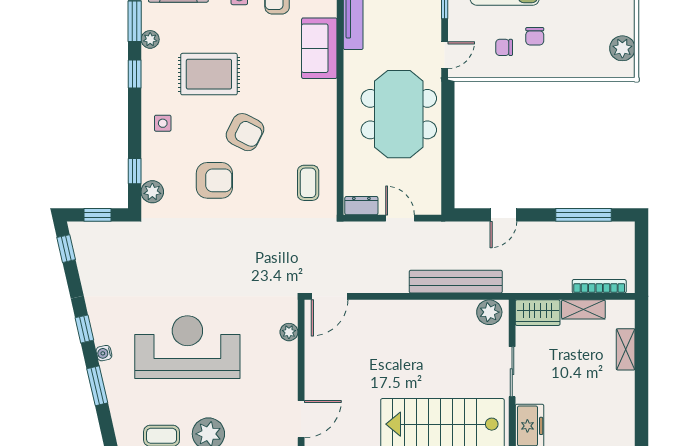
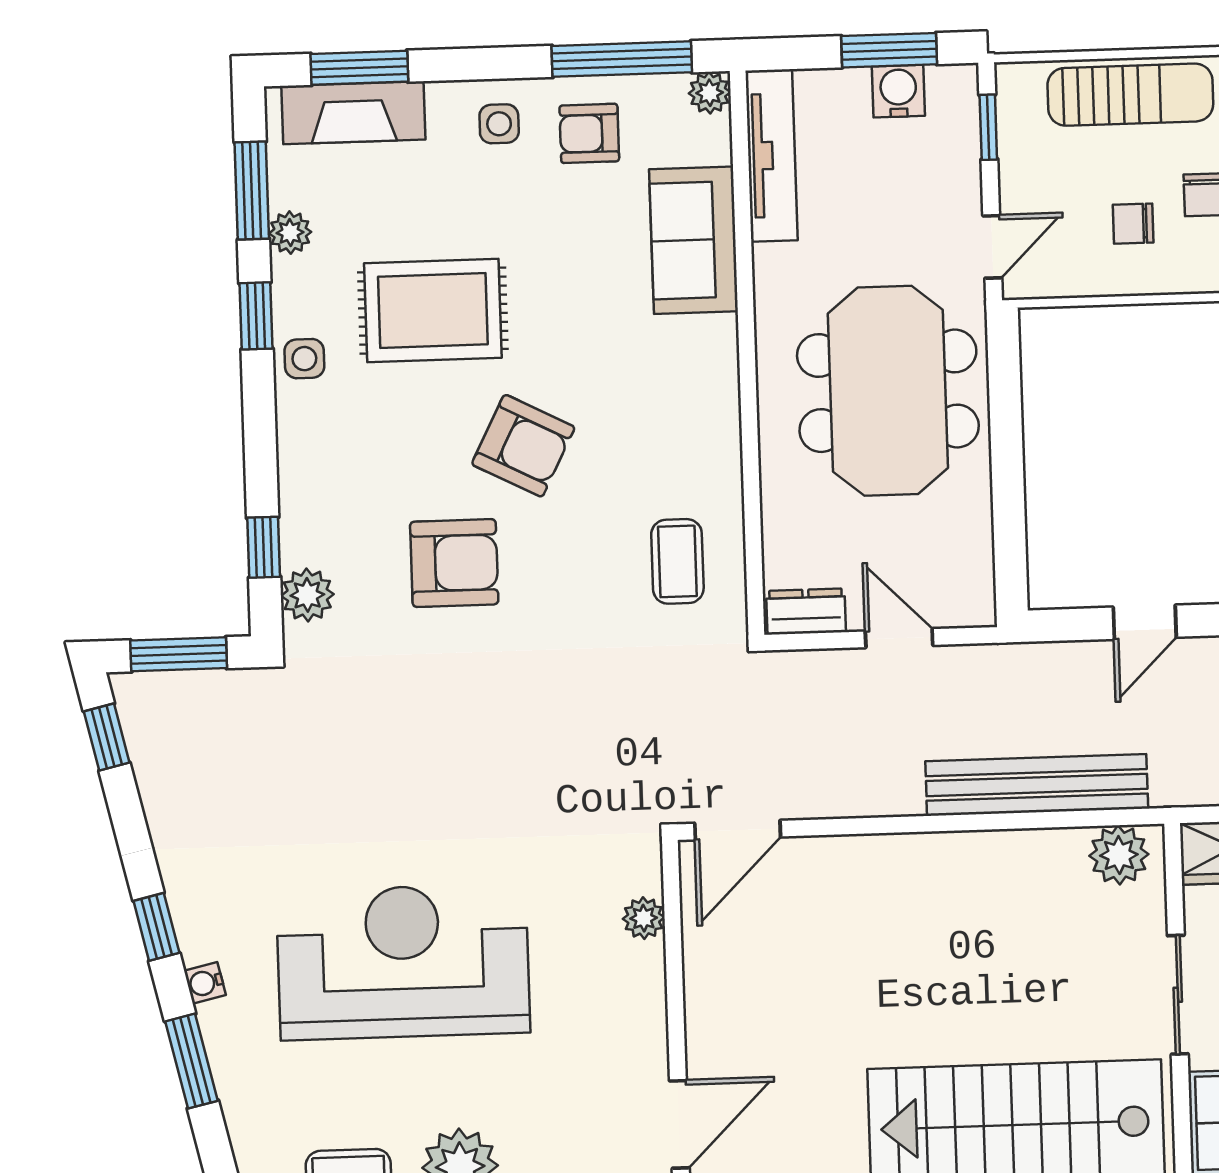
side table: (163, 123) -> (304, 359), moved
window: (97, 215) -> (179, 654), width x1.50

